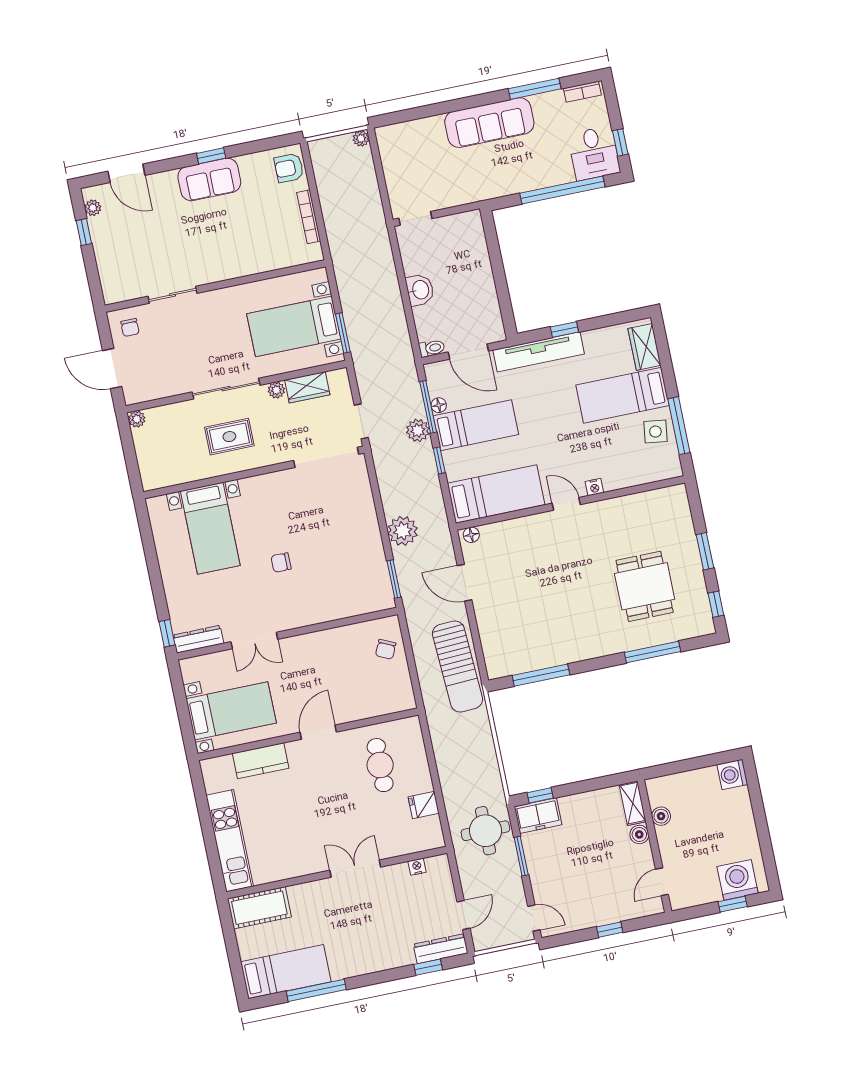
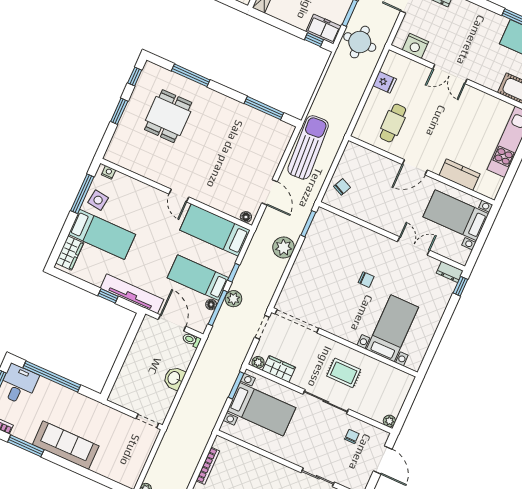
chair: (130, 328) -> (352, 436), moved
plant: (276, 390) -> (258, 362), moved
nightstand: (594, 487) -> (109, 172), moved
dresser: (198, 639) -> (450, 272), width x0.70
nightstand: (417, 867) -> (415, 46), width x1.89, depth x1.79

